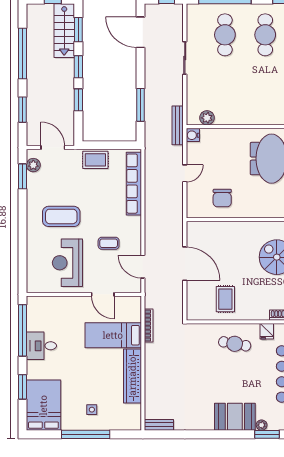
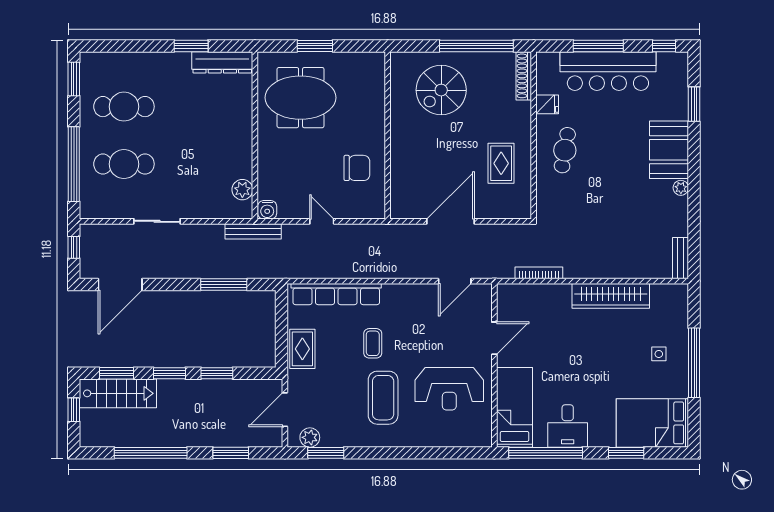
coffee table: (109, 243) -> (373, 343), moved
rug: (225, 299) -> (501, 163), turned 90
bed: (113, 335) -> (515, 407), moved, turned 180
plant: (262, 425) -> (681, 188), moved

